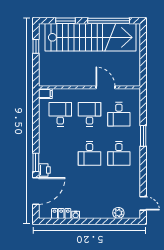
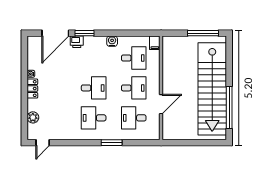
window: (65, 21) -> (229, 63), removed
window: (36, 46) -> (203, 33), width x2.17
water cooler: (44, 135) -> (112, 41), added
desk: (90, 153) -> (94, 88), turned 180
door: (36, 191) -> (55, 33), hinge flipped
locker: (61, 213) -> (32, 89), moved

